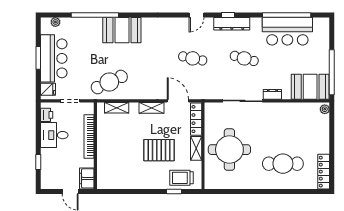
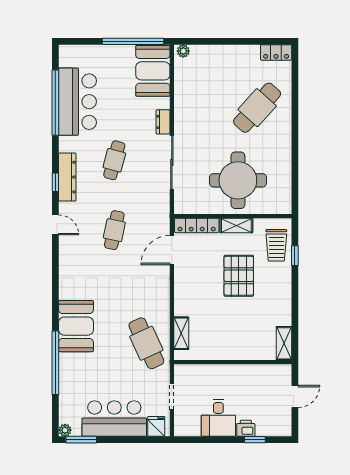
plant: (55, 22) -> (65, 430), moved
window: (38, 58) -> (81, 440), moved
shelving: (152, 108) -> (284, 343), moved
printer: (47, 115) -> (246, 428), moved
bookcase: (89, 136) -> (220, 371), removed
cafe table: (283, 164) -> (257, 108), turned 42
locker: (324, 172) -> (276, 52), width x0.66
filing cabinet: (87, 178) -> (277, 374), removed

